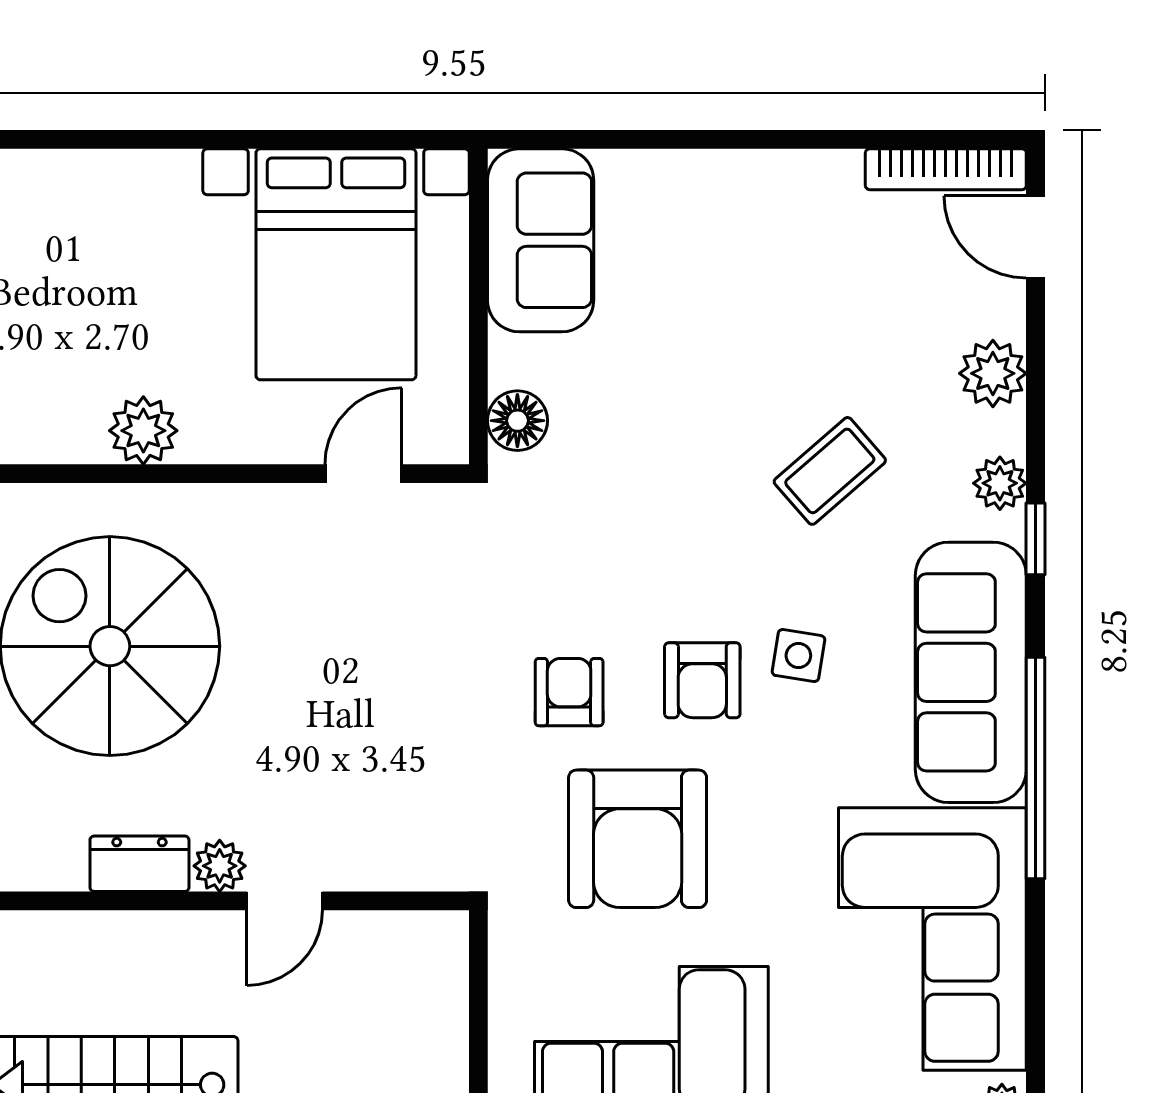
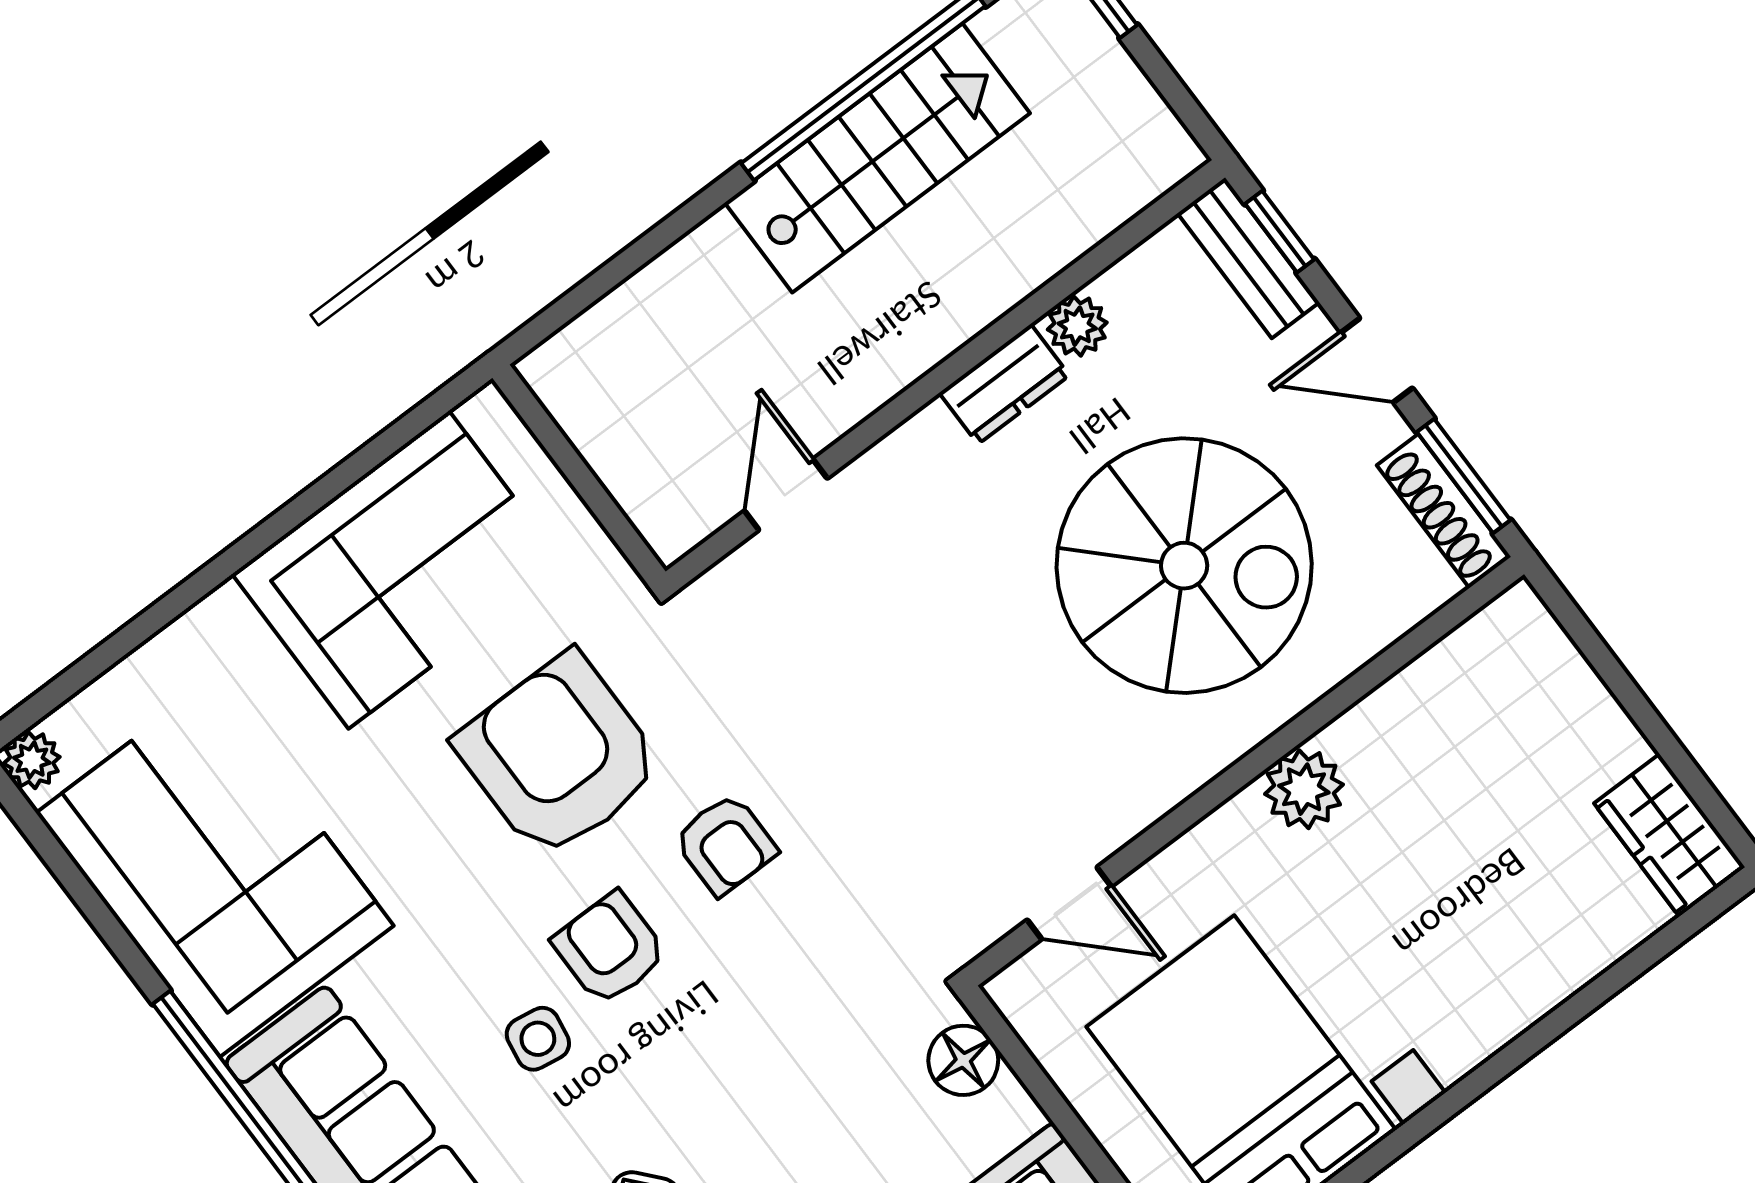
door: (363, 474) -> (1069, 903), hinge flipped
plant: (220, 866) -> (1077, 326), moved
door: (285, 901) -> (786, 495), moved

